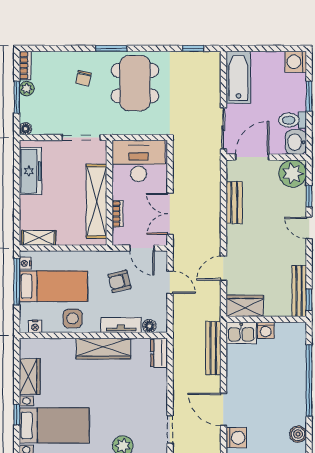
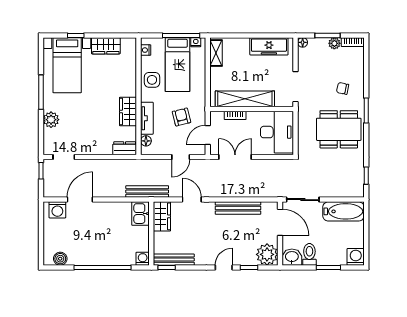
bench: (234, 203) -> (238, 208), width x1.36
washing machine: (266, 330) -> (143, 259), moved, turned 90
bench: (213, 348) -> (147, 191), moved
wardrobe: (103, 349) -> (128, 111), width x0.67

